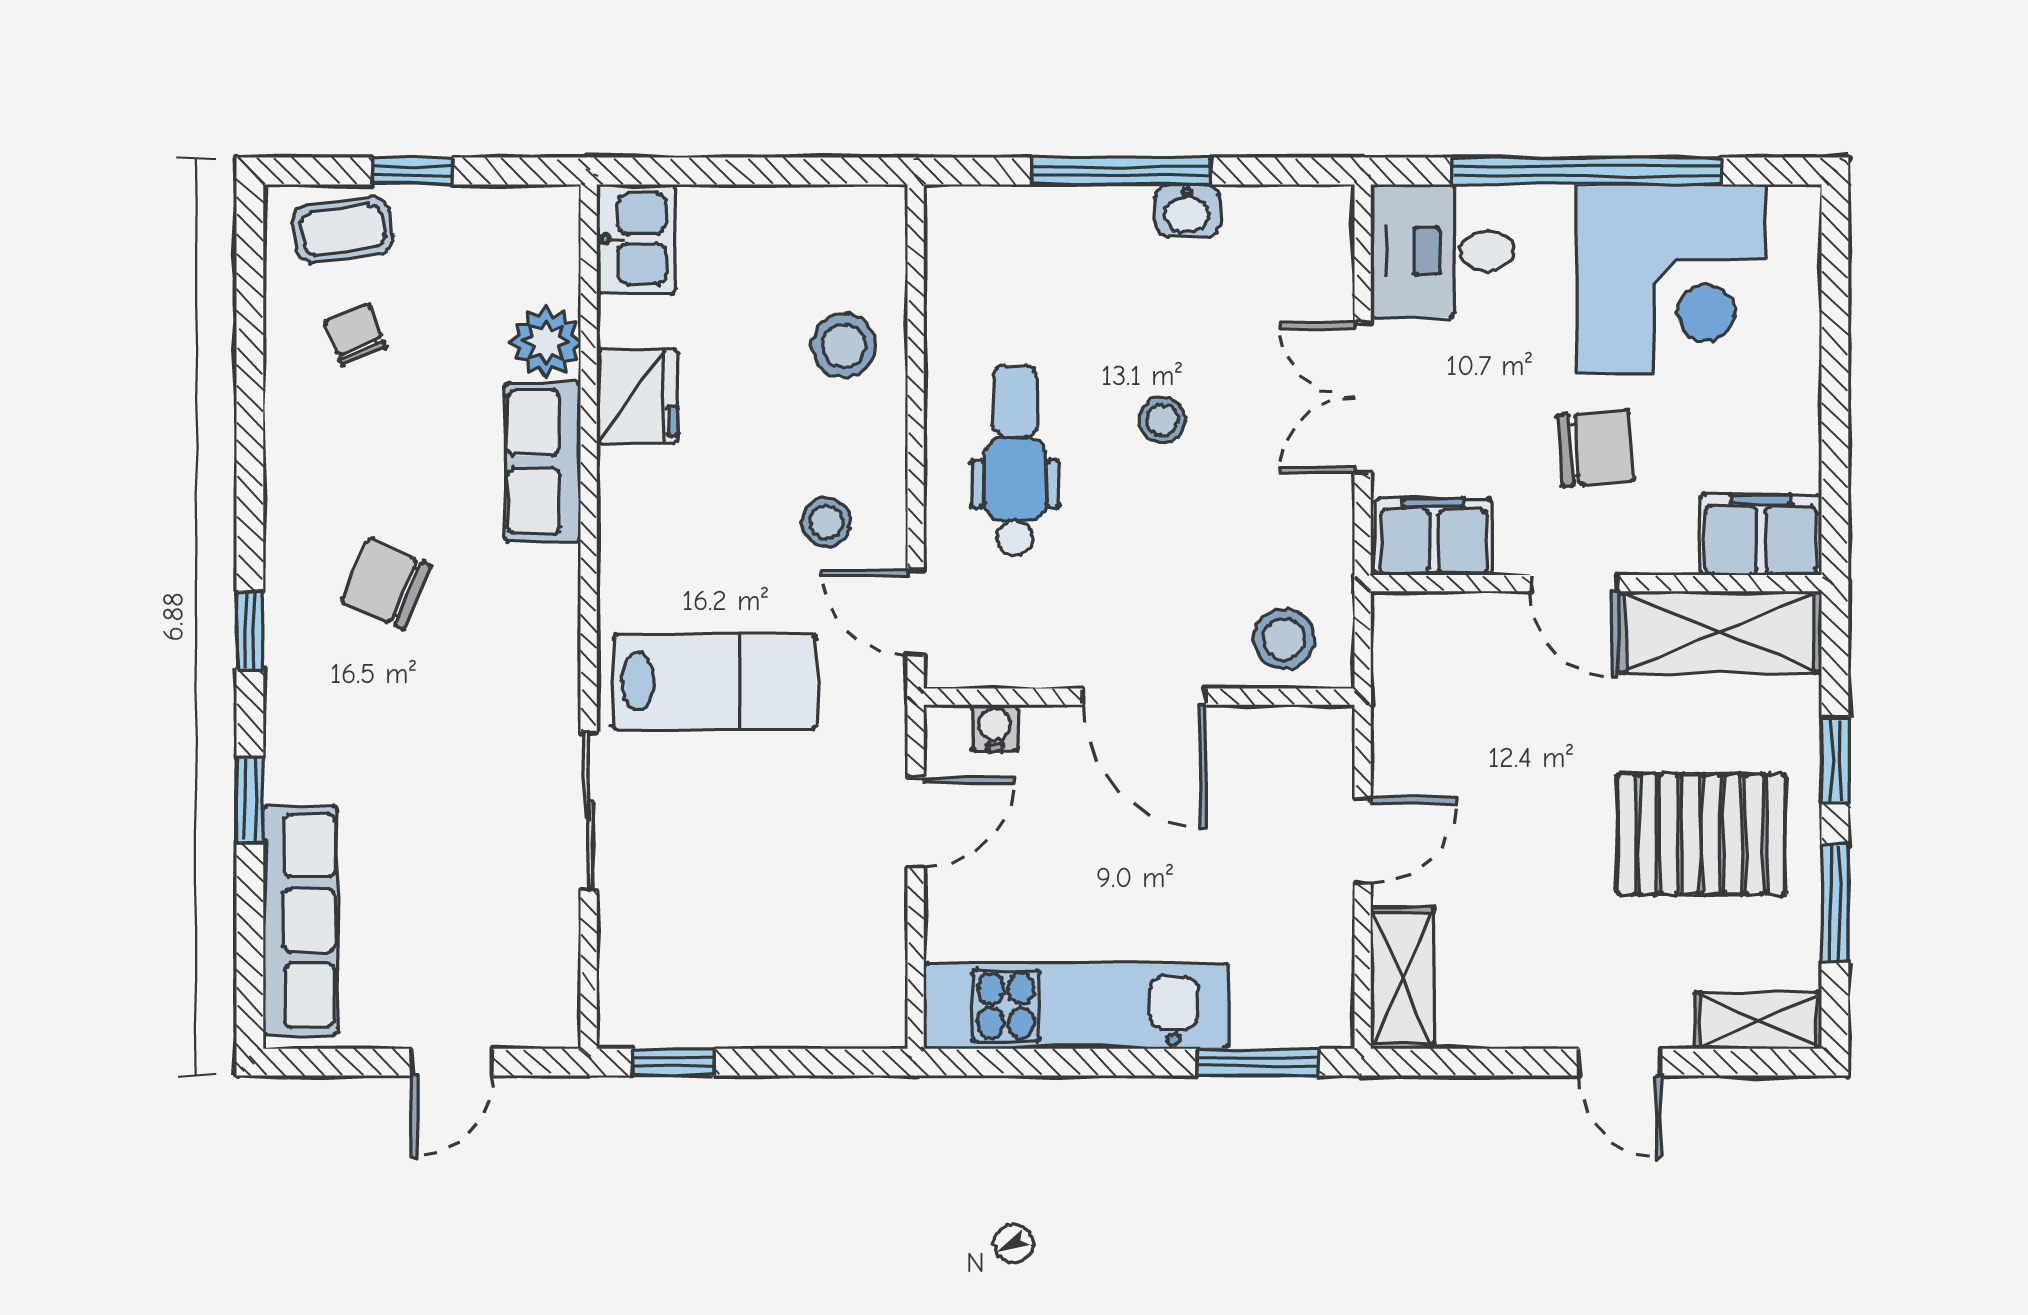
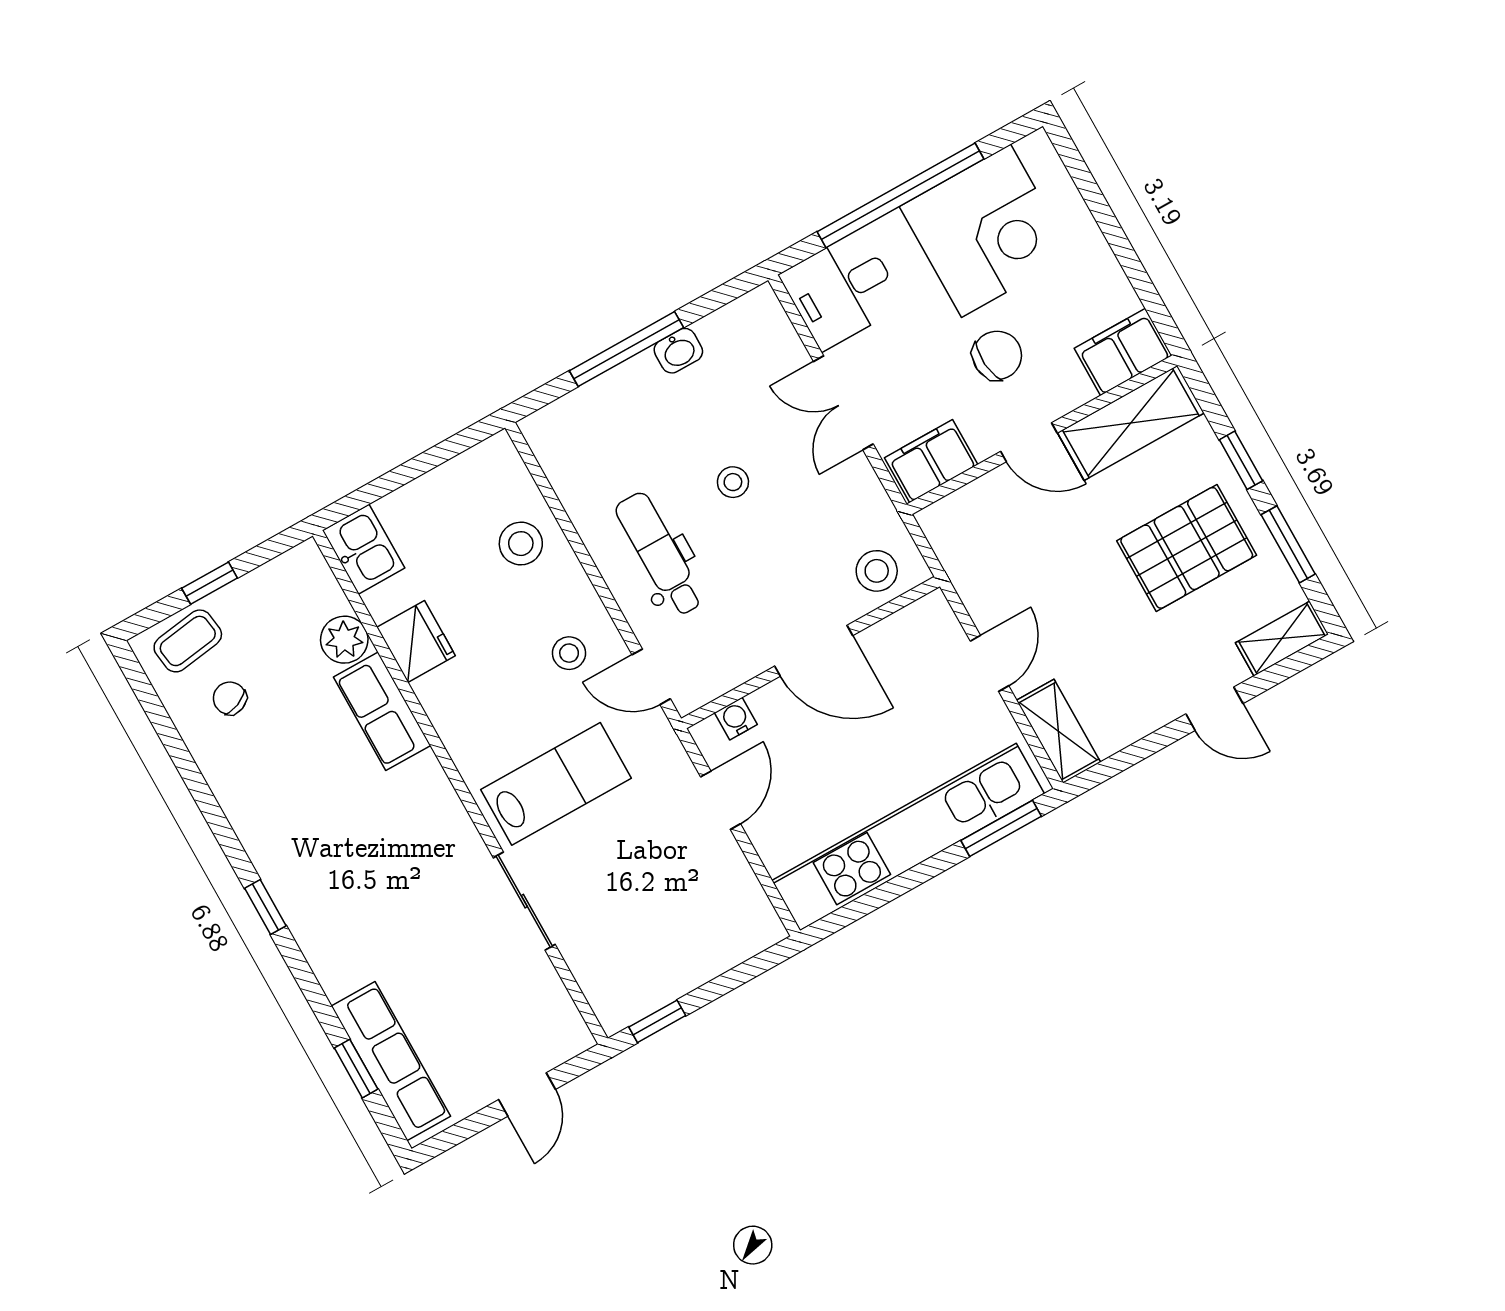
chair: (386, 584) -> (330, 835), removed
window: (250, 800) -> (356, 1069), moved
kitchen unit: (1076, 1006) -> (908, 837), width x1.36

